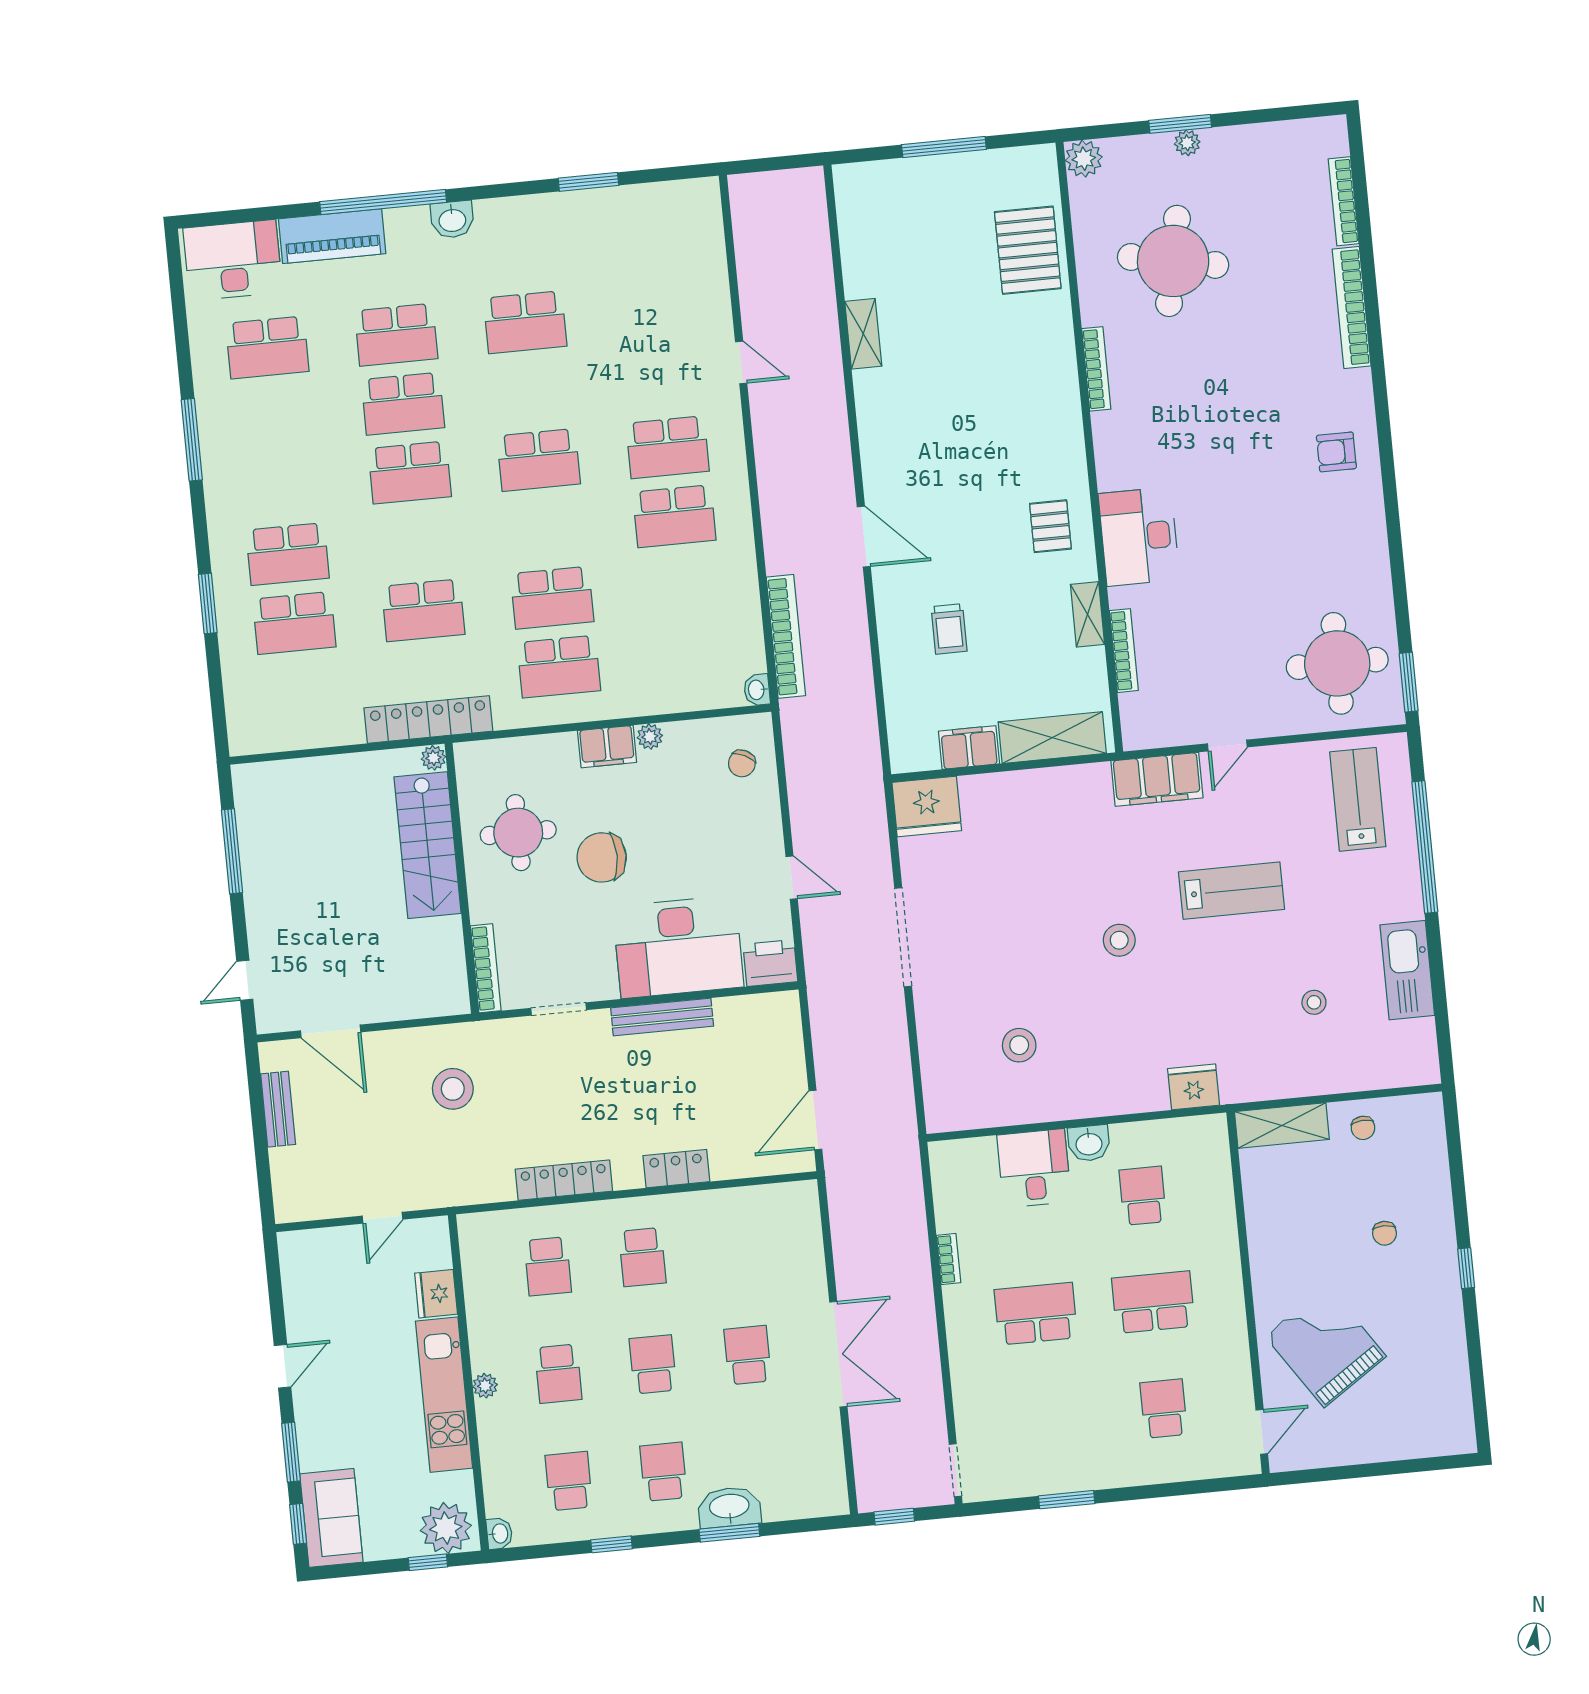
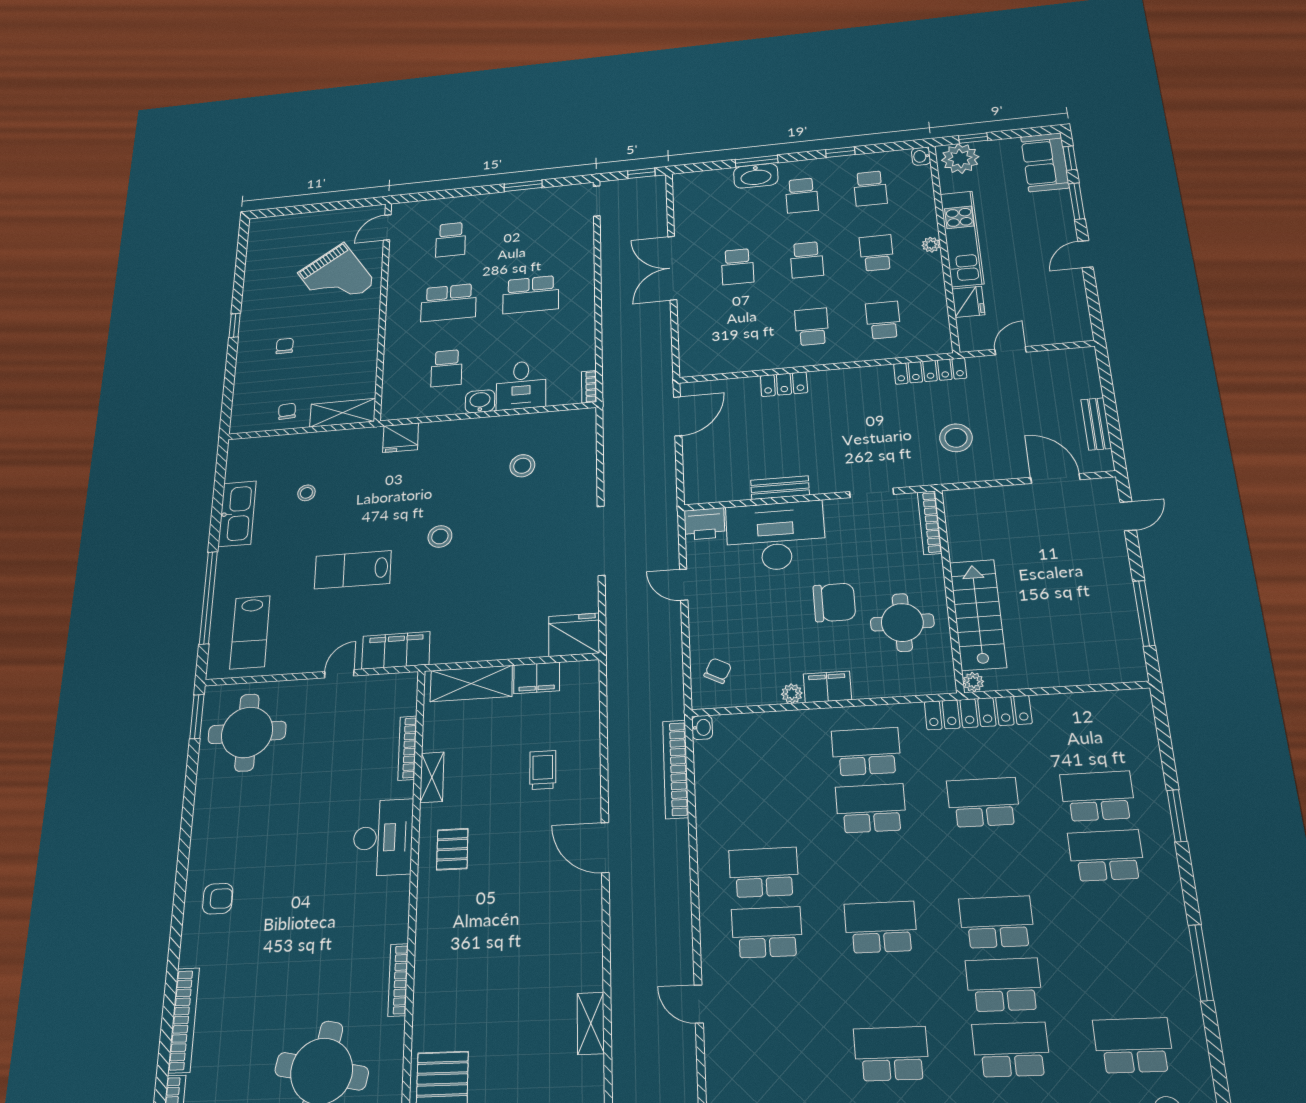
bench: (662, 1017) -> (780, 488), width x0.73
locker: (564, 1180) -> (930, 371), moved
bookcase: (949, 1259) -> (589, 387), moved

